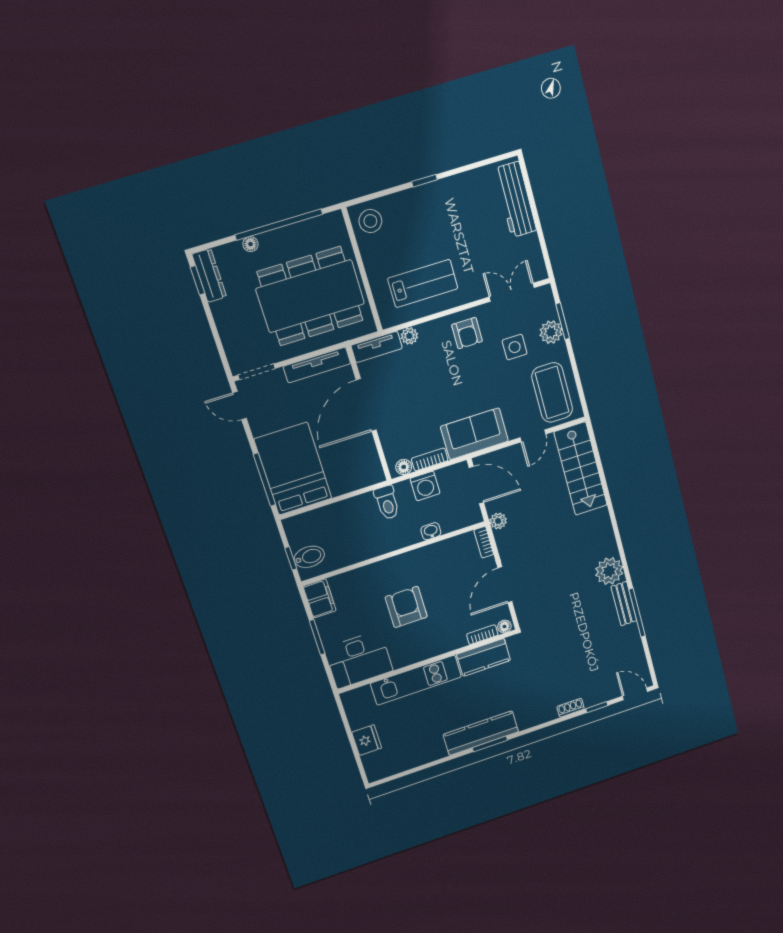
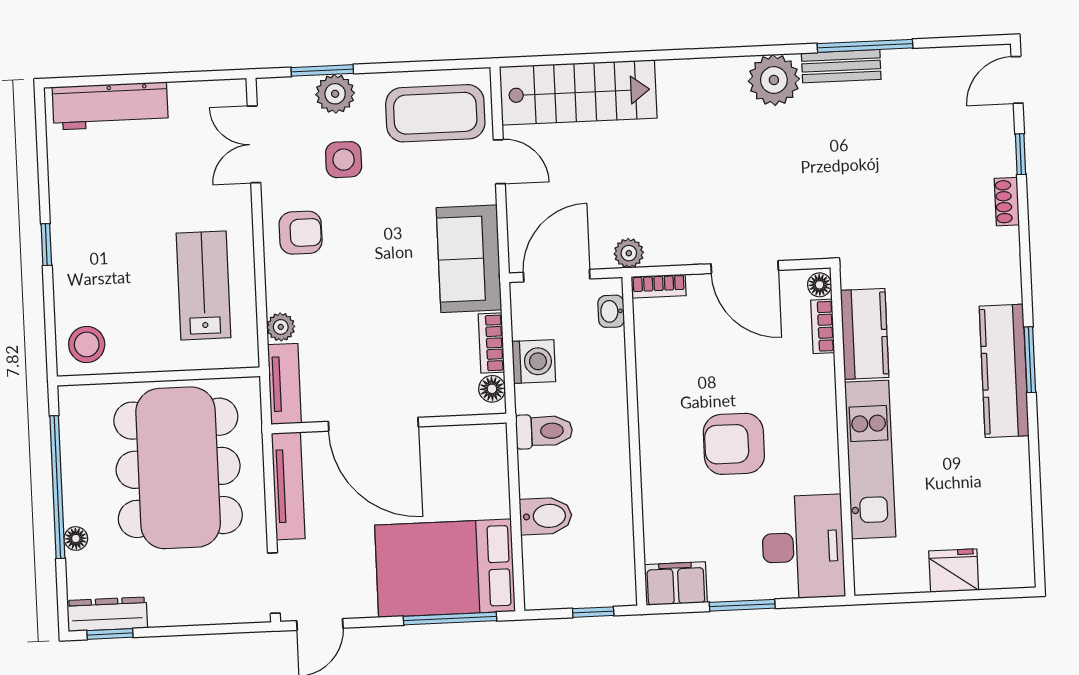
washbasin: (431, 531) -> (611, 311), moved
bidet: (309, 557) -> (546, 516), moved, turned 90

